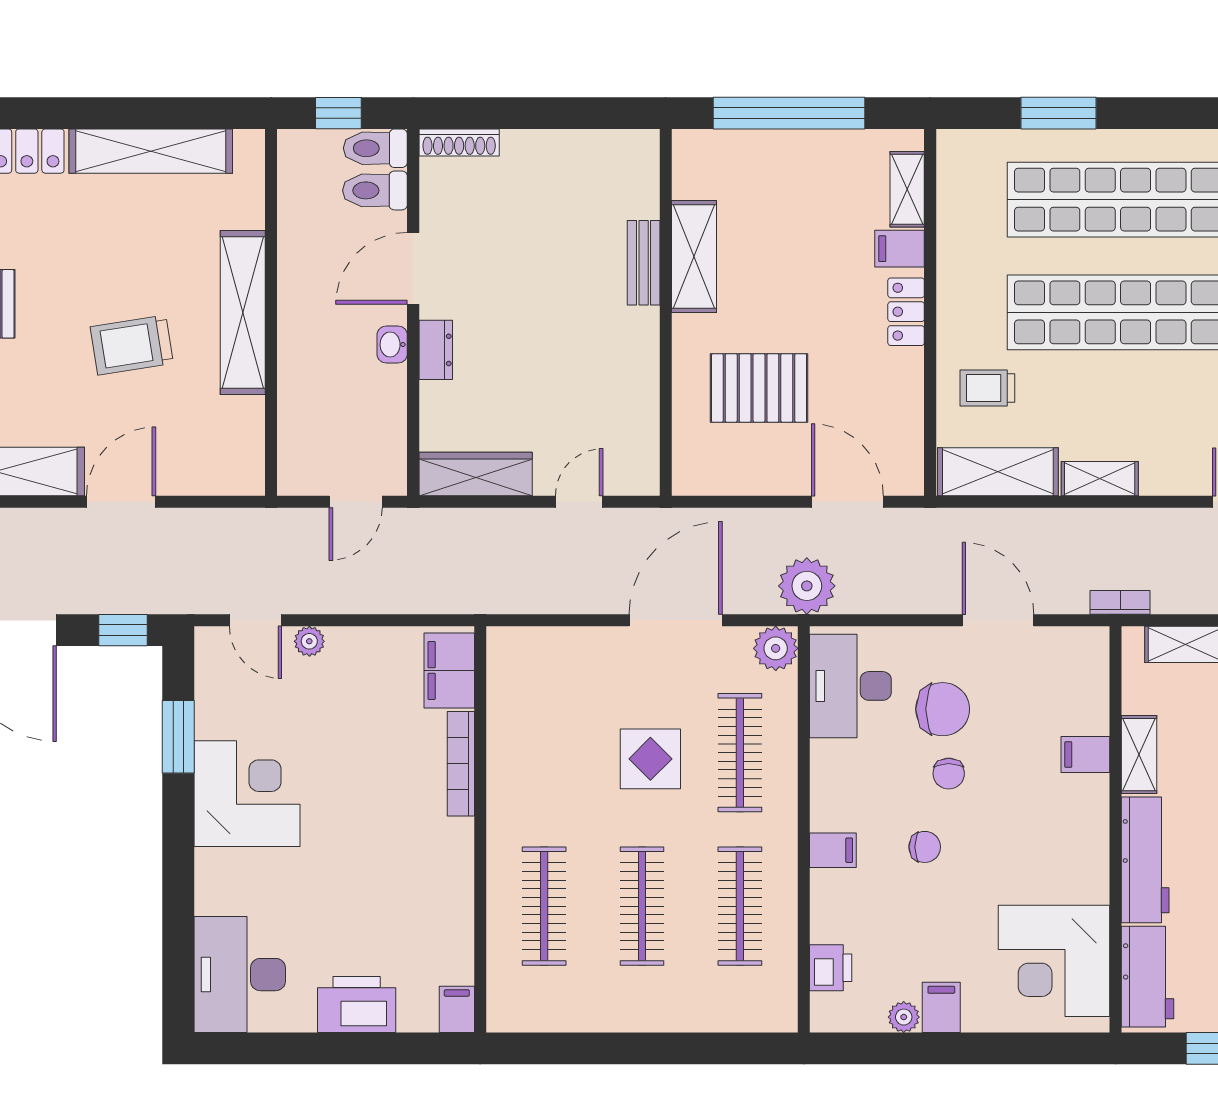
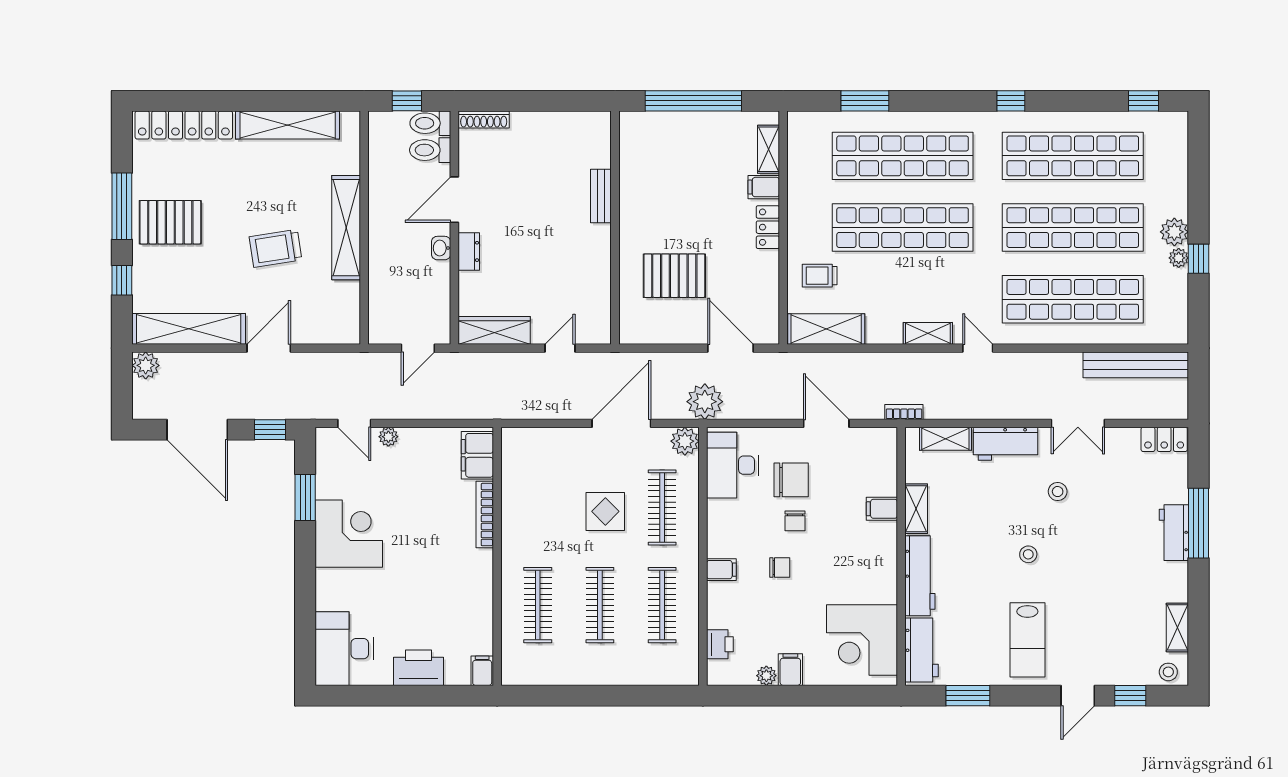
shelving: (694, 257) -> (633, 192), removed
shelving: (1100, 479) -> (928, 333), moved

